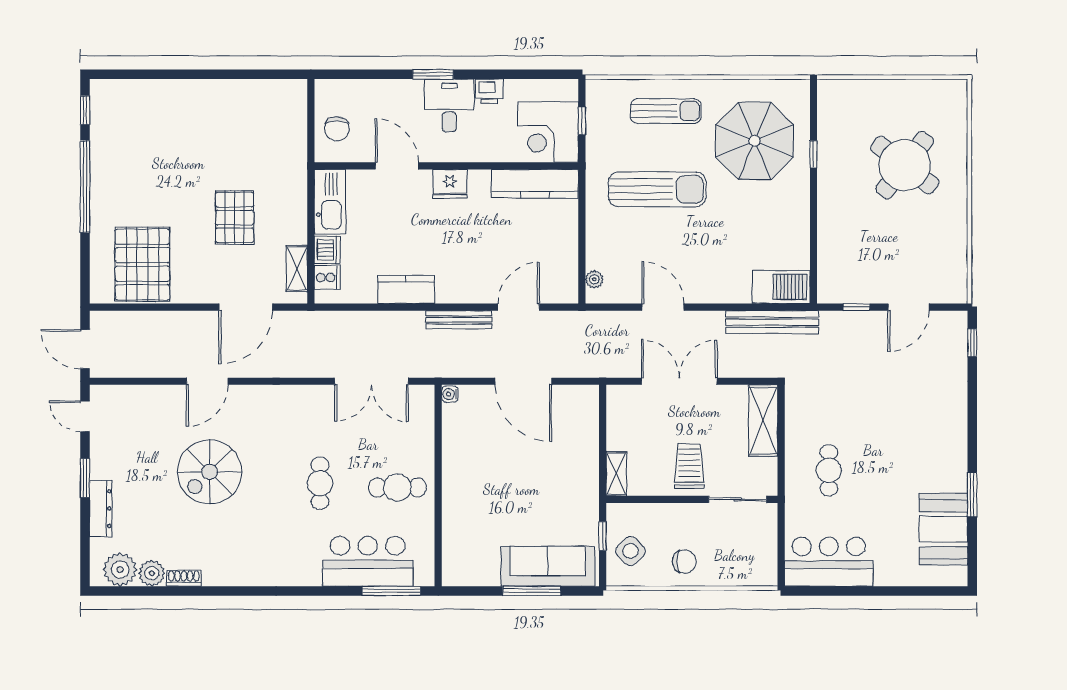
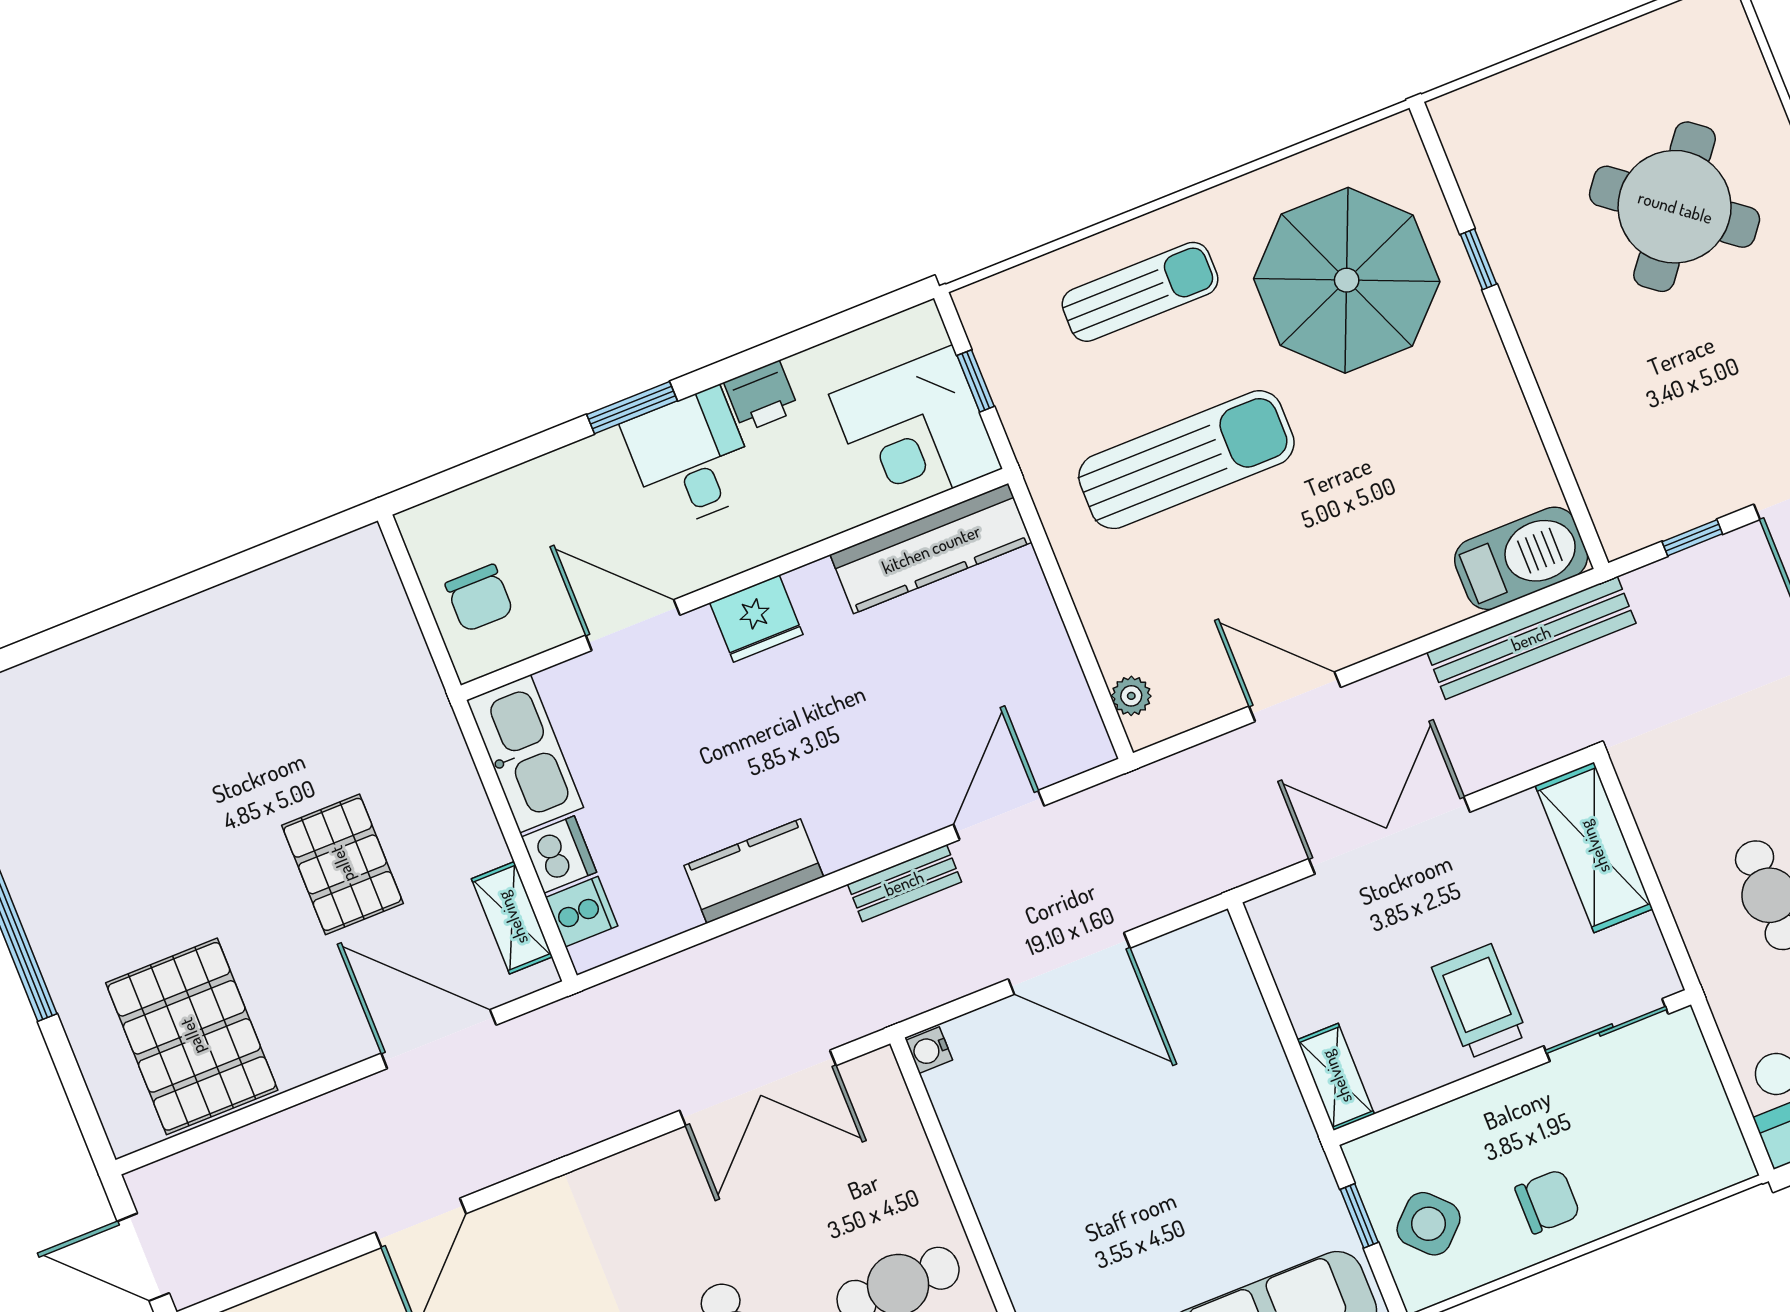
door: (246, 307) -> (439, 1039), swing flipped
bench: (459, 320) -> (904, 883), width x0.73

